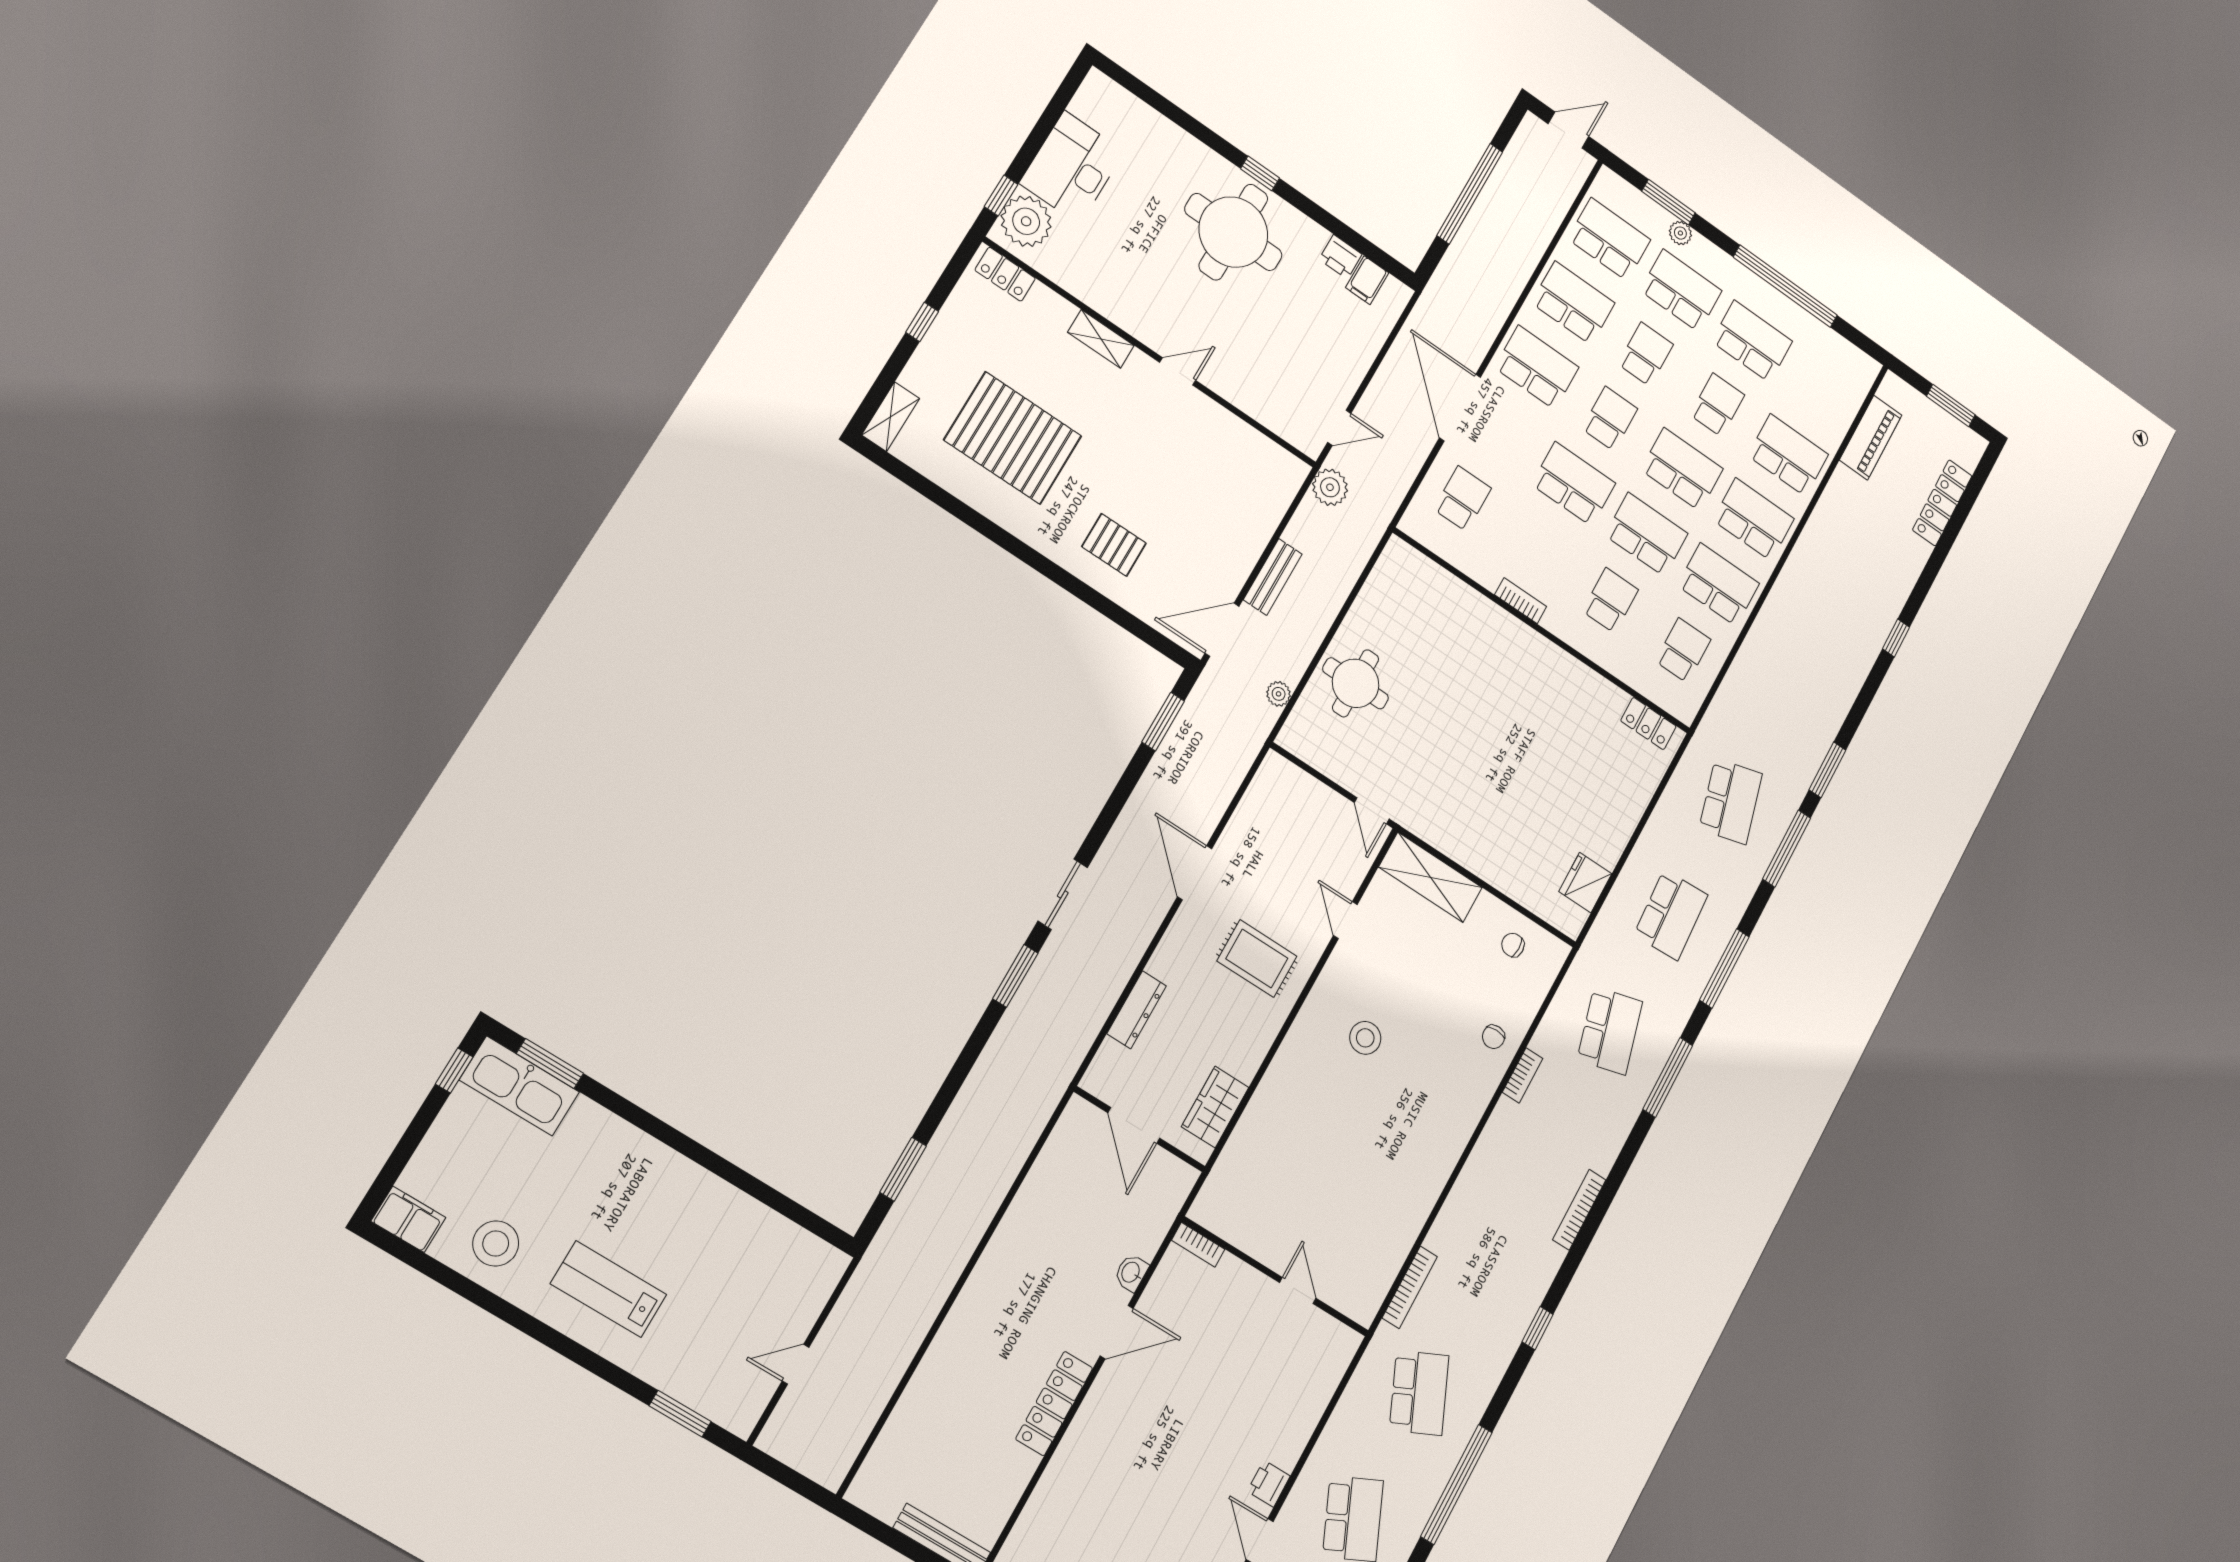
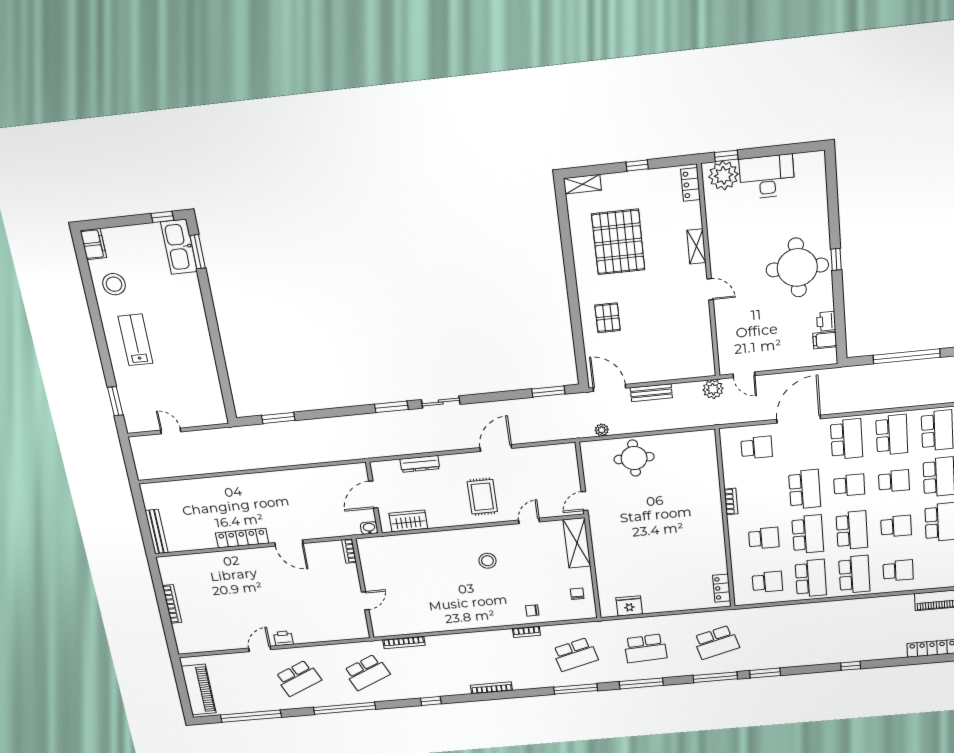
school desk: (1788, 455) -> (898, 570), width x0.54
washbasin: (1131, 1273) -> (369, 528), moved

